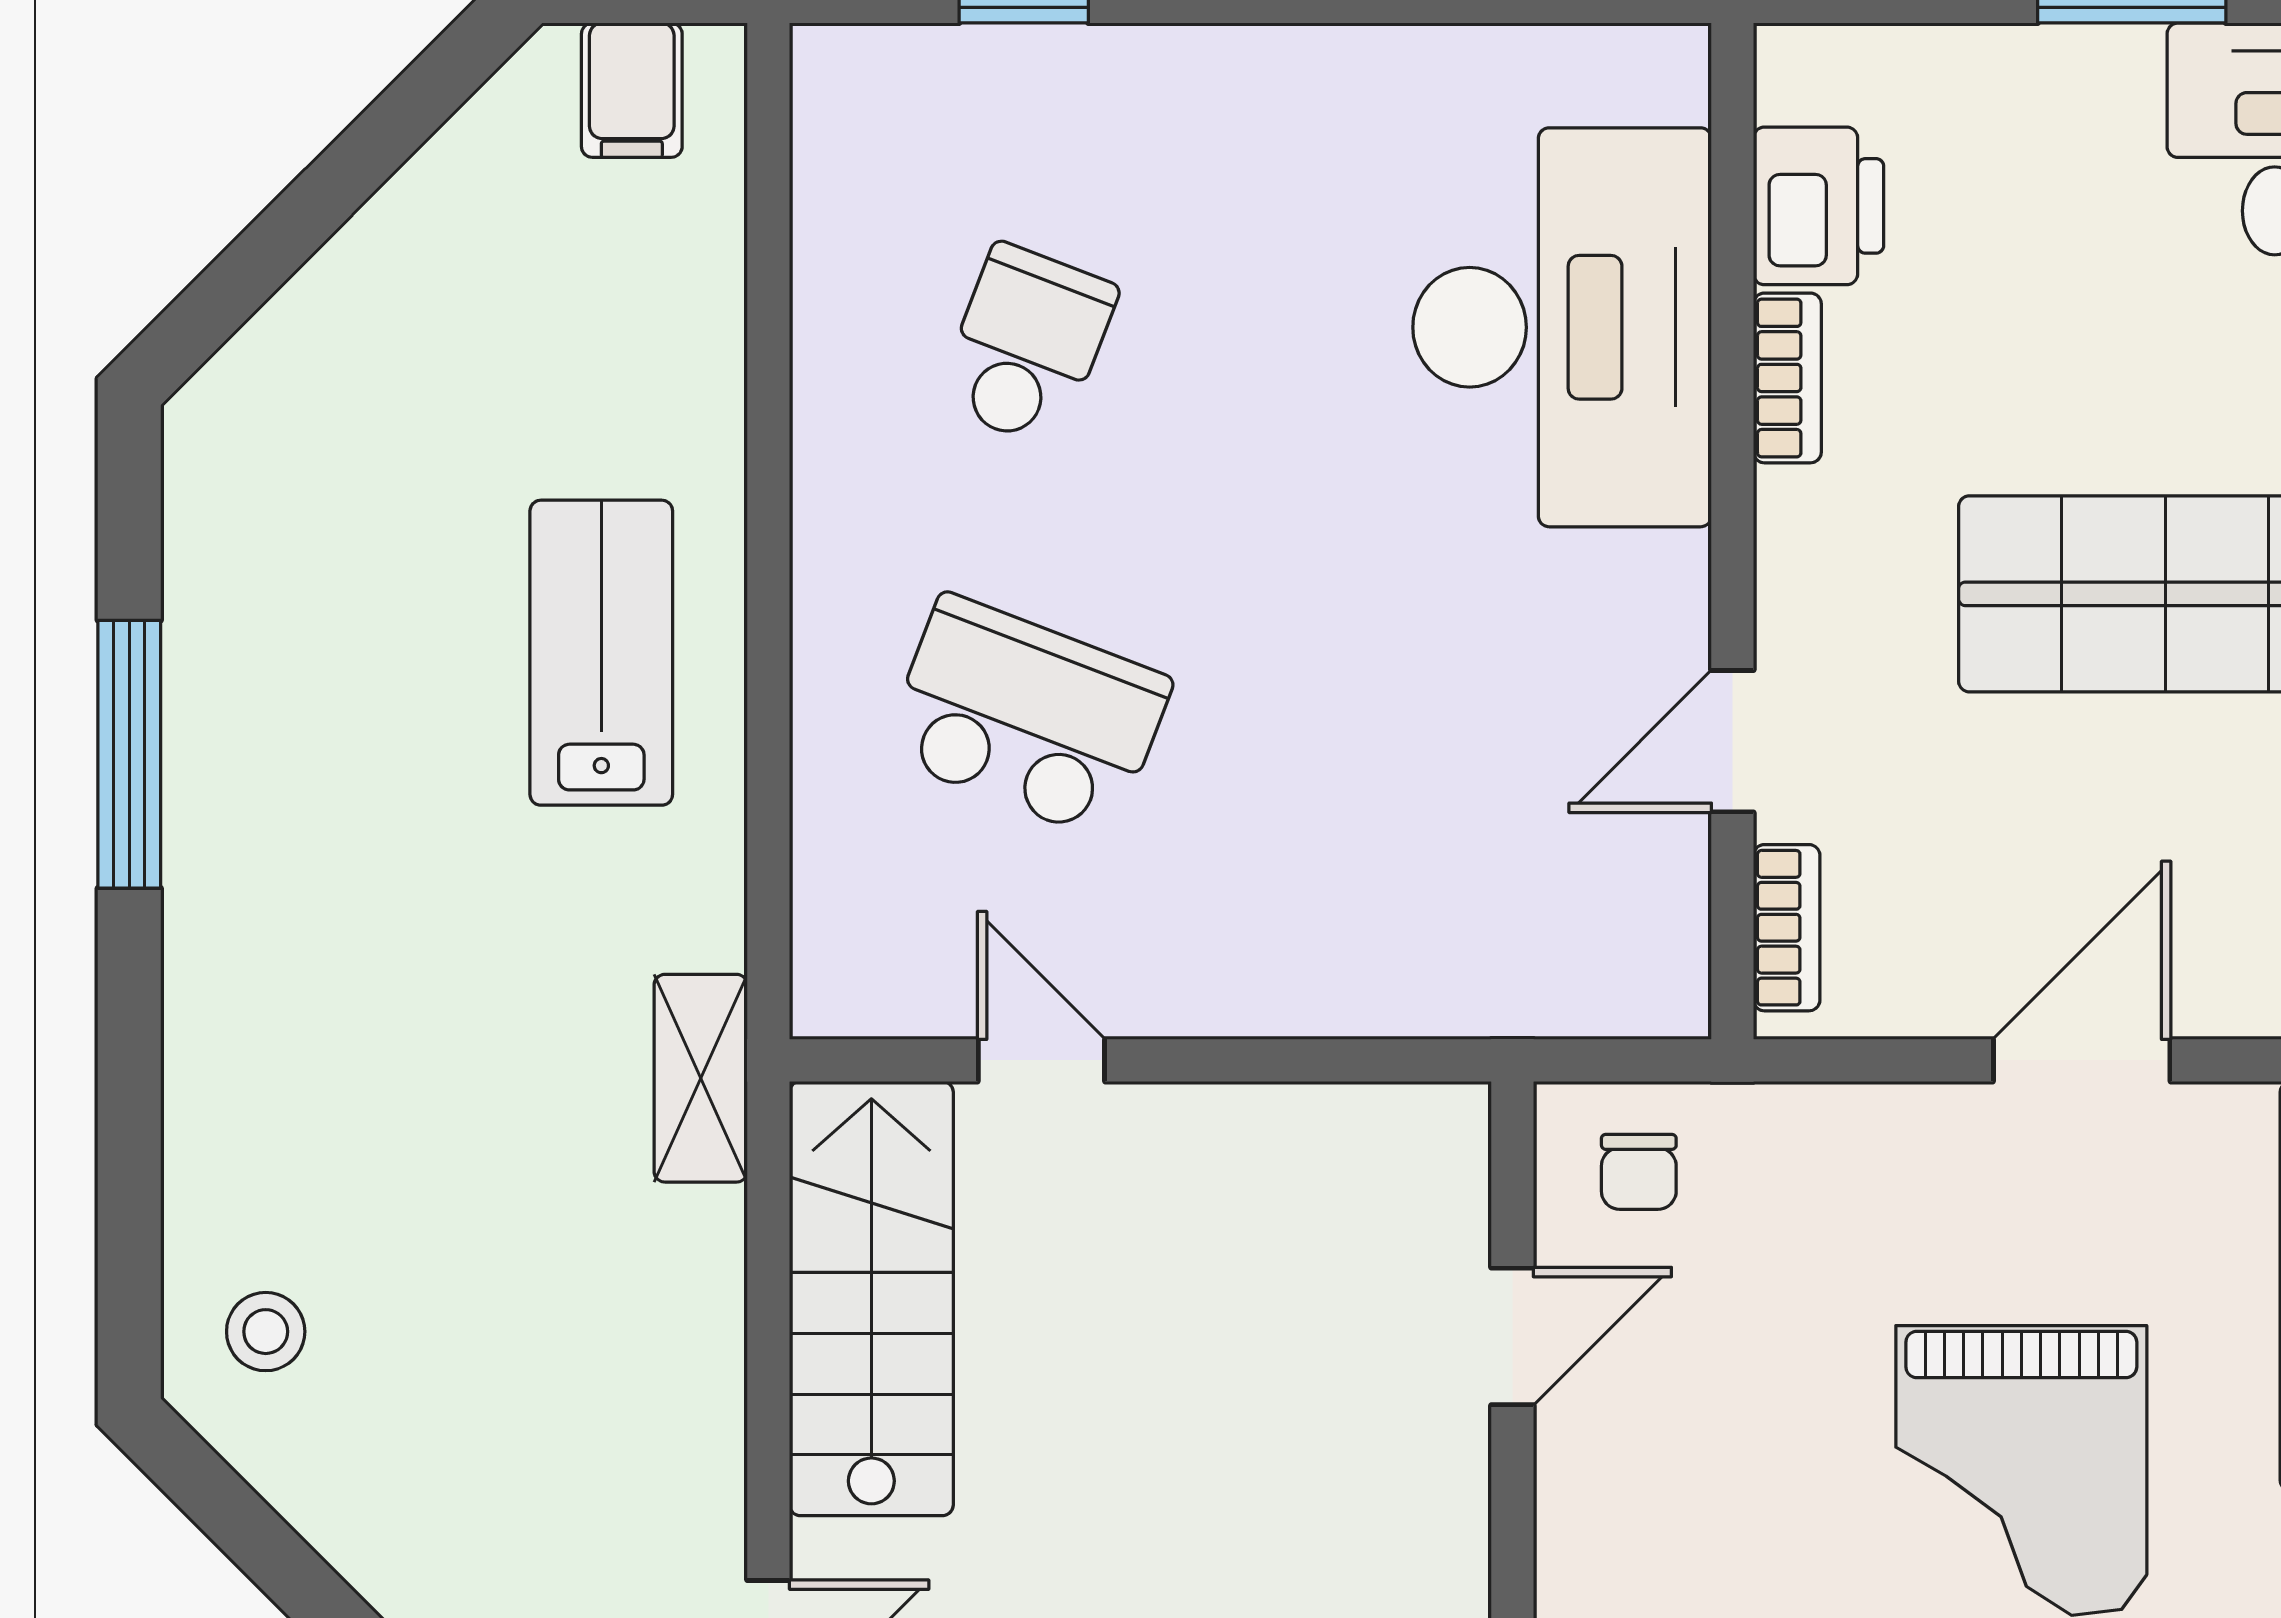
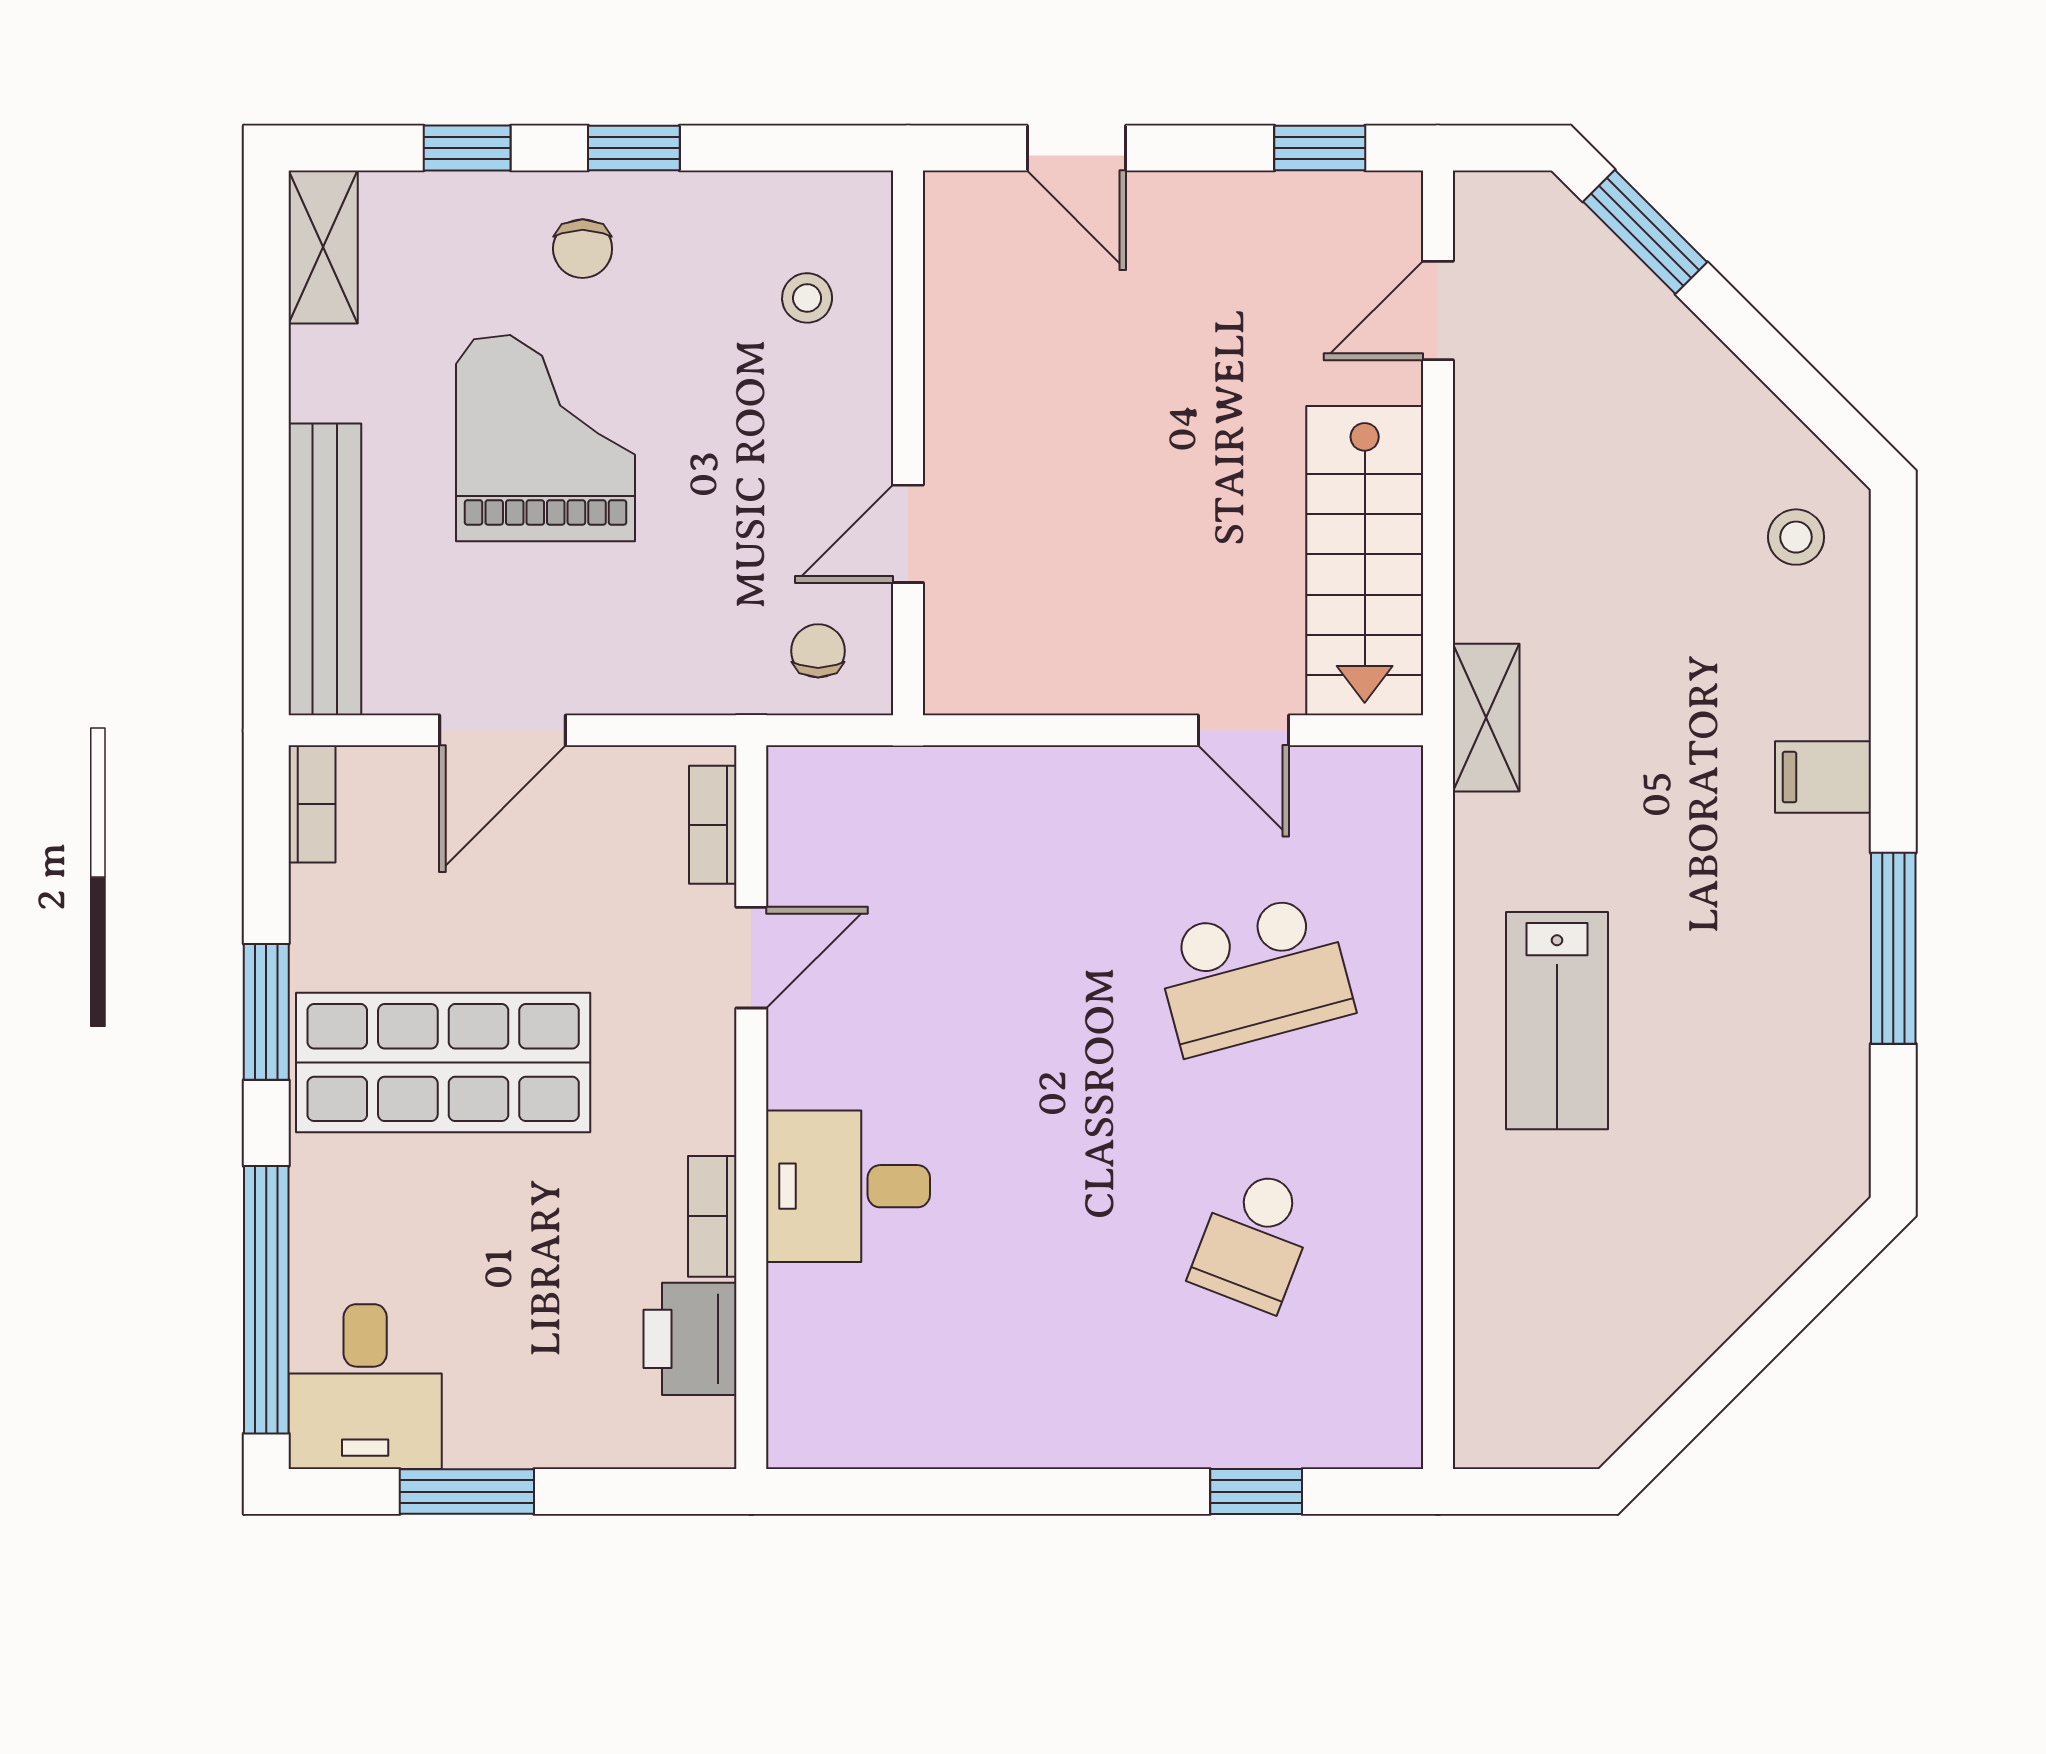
filing cabinet: (632, 90) -> (1823, 777), moved, turned -90
desk: (1562, 327) -> (848, 1186), width x0.53, depth x0.77
school desk: (1027, 717) -> (1254, 975), turned -36

